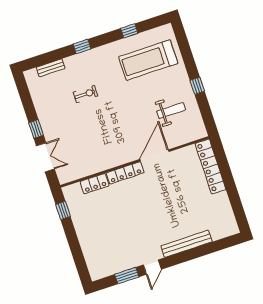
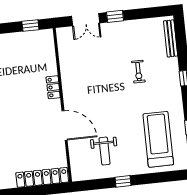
bench: (51, 68) -> (171, 38), width x1.36
locker: (125, 173) -> (53, 87), width x0.66
locker: (95, 184) -> (50, 62), removed

